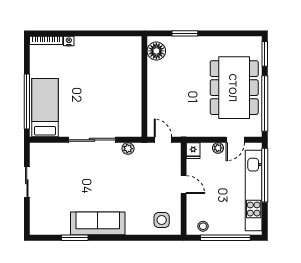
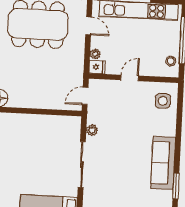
plant: (218, 148) -> (95, 54), moved

